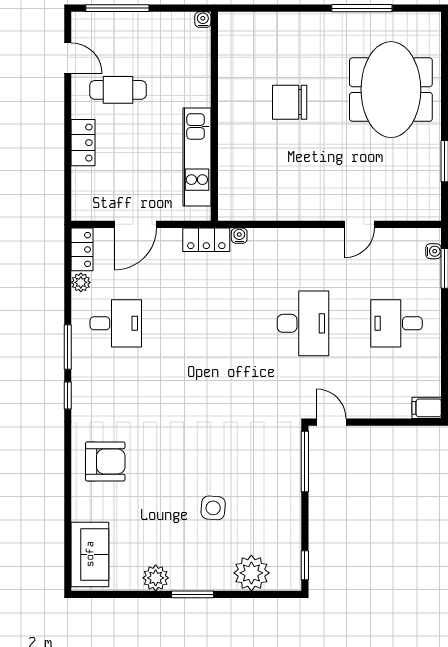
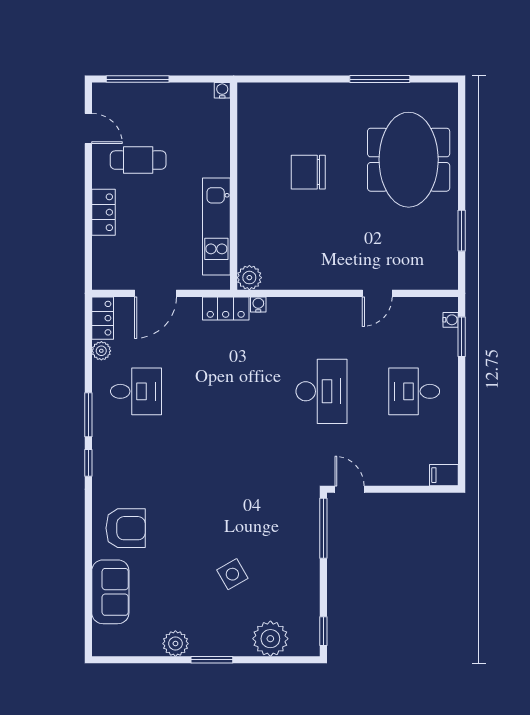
plant: (230, 209) -> (249, 278), added
side table: (213, 508) -> (232, 574), turned -34
sofa: (90, 554) -> (110, 592), moved

